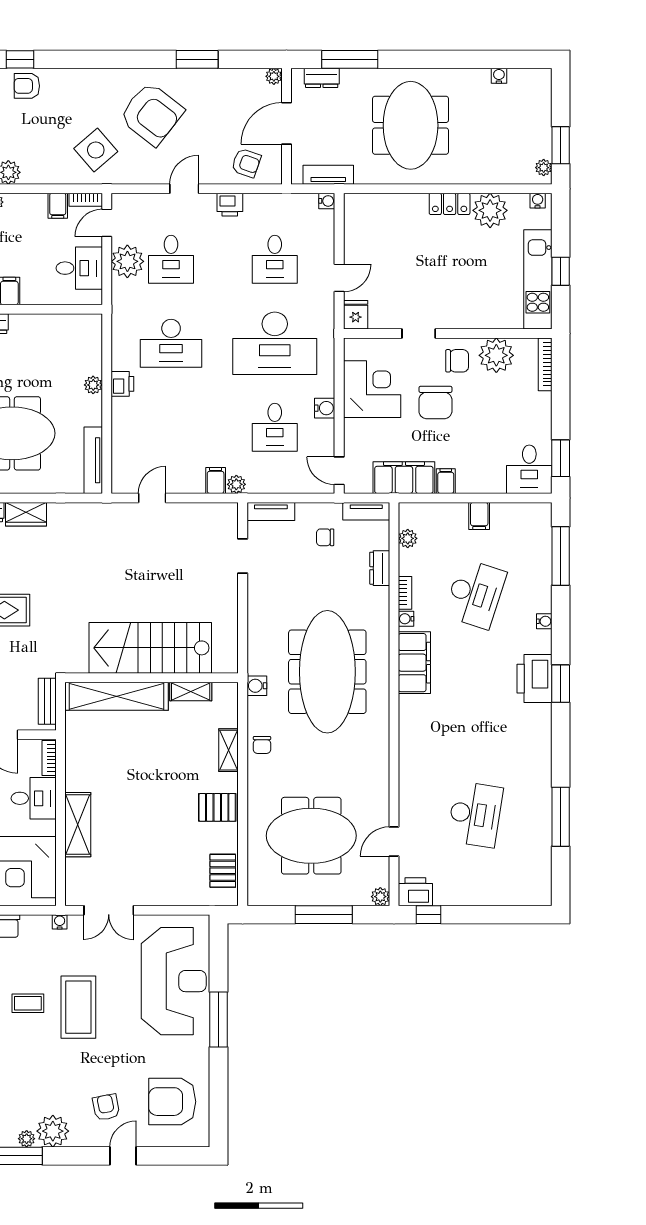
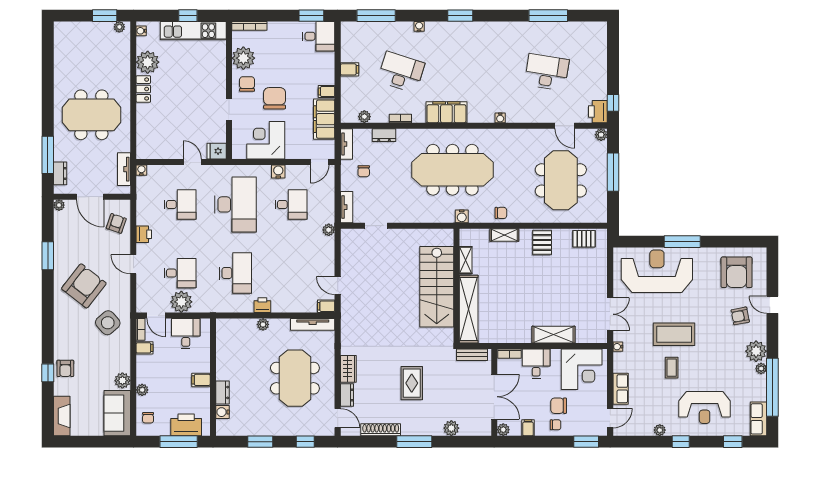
water cooler: (499, 76) -> (59, 56), removed
chair: (435, 402) -> (275, 98), turned -90
filing cabinet: (216, 481) -> (326, 306), moved
water cooler: (406, 619) -> (500, 118), moved
printer: (535, 679) -> (457, 33), removed

